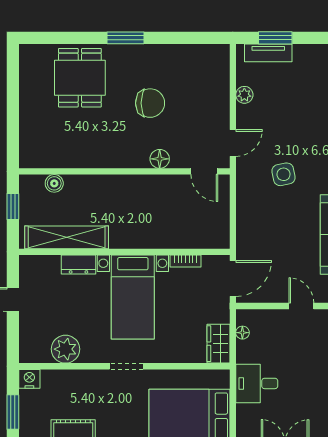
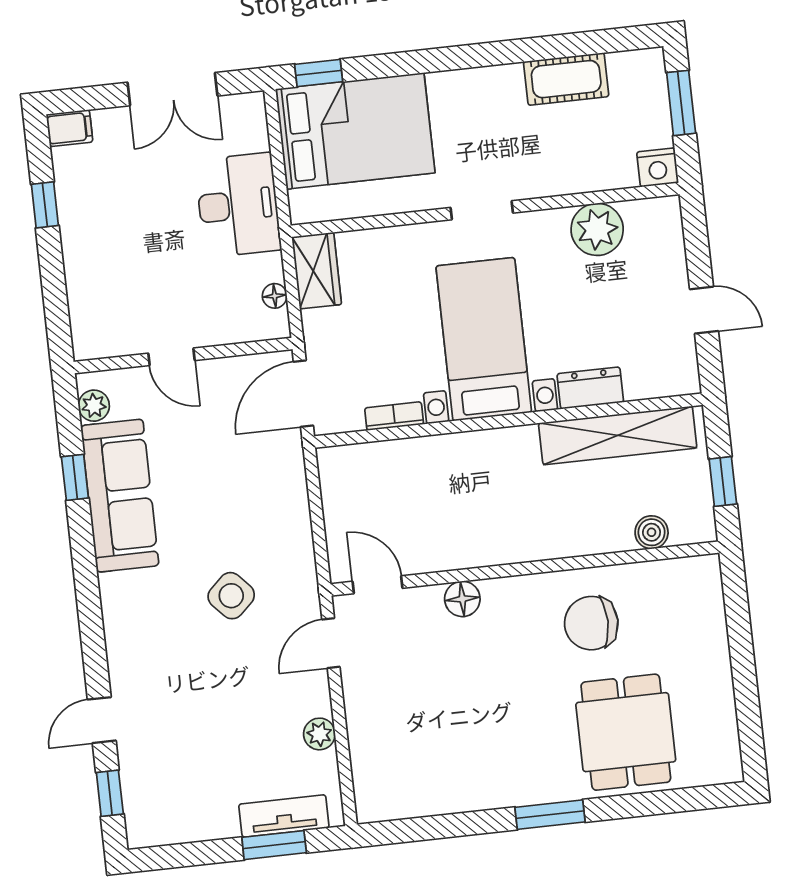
chair: (150, 103) -> (591, 623), moved
side table: (284, 174) -> (231, 596), turned -31
desk: (257, 383) -> (238, 205), width x1.37

